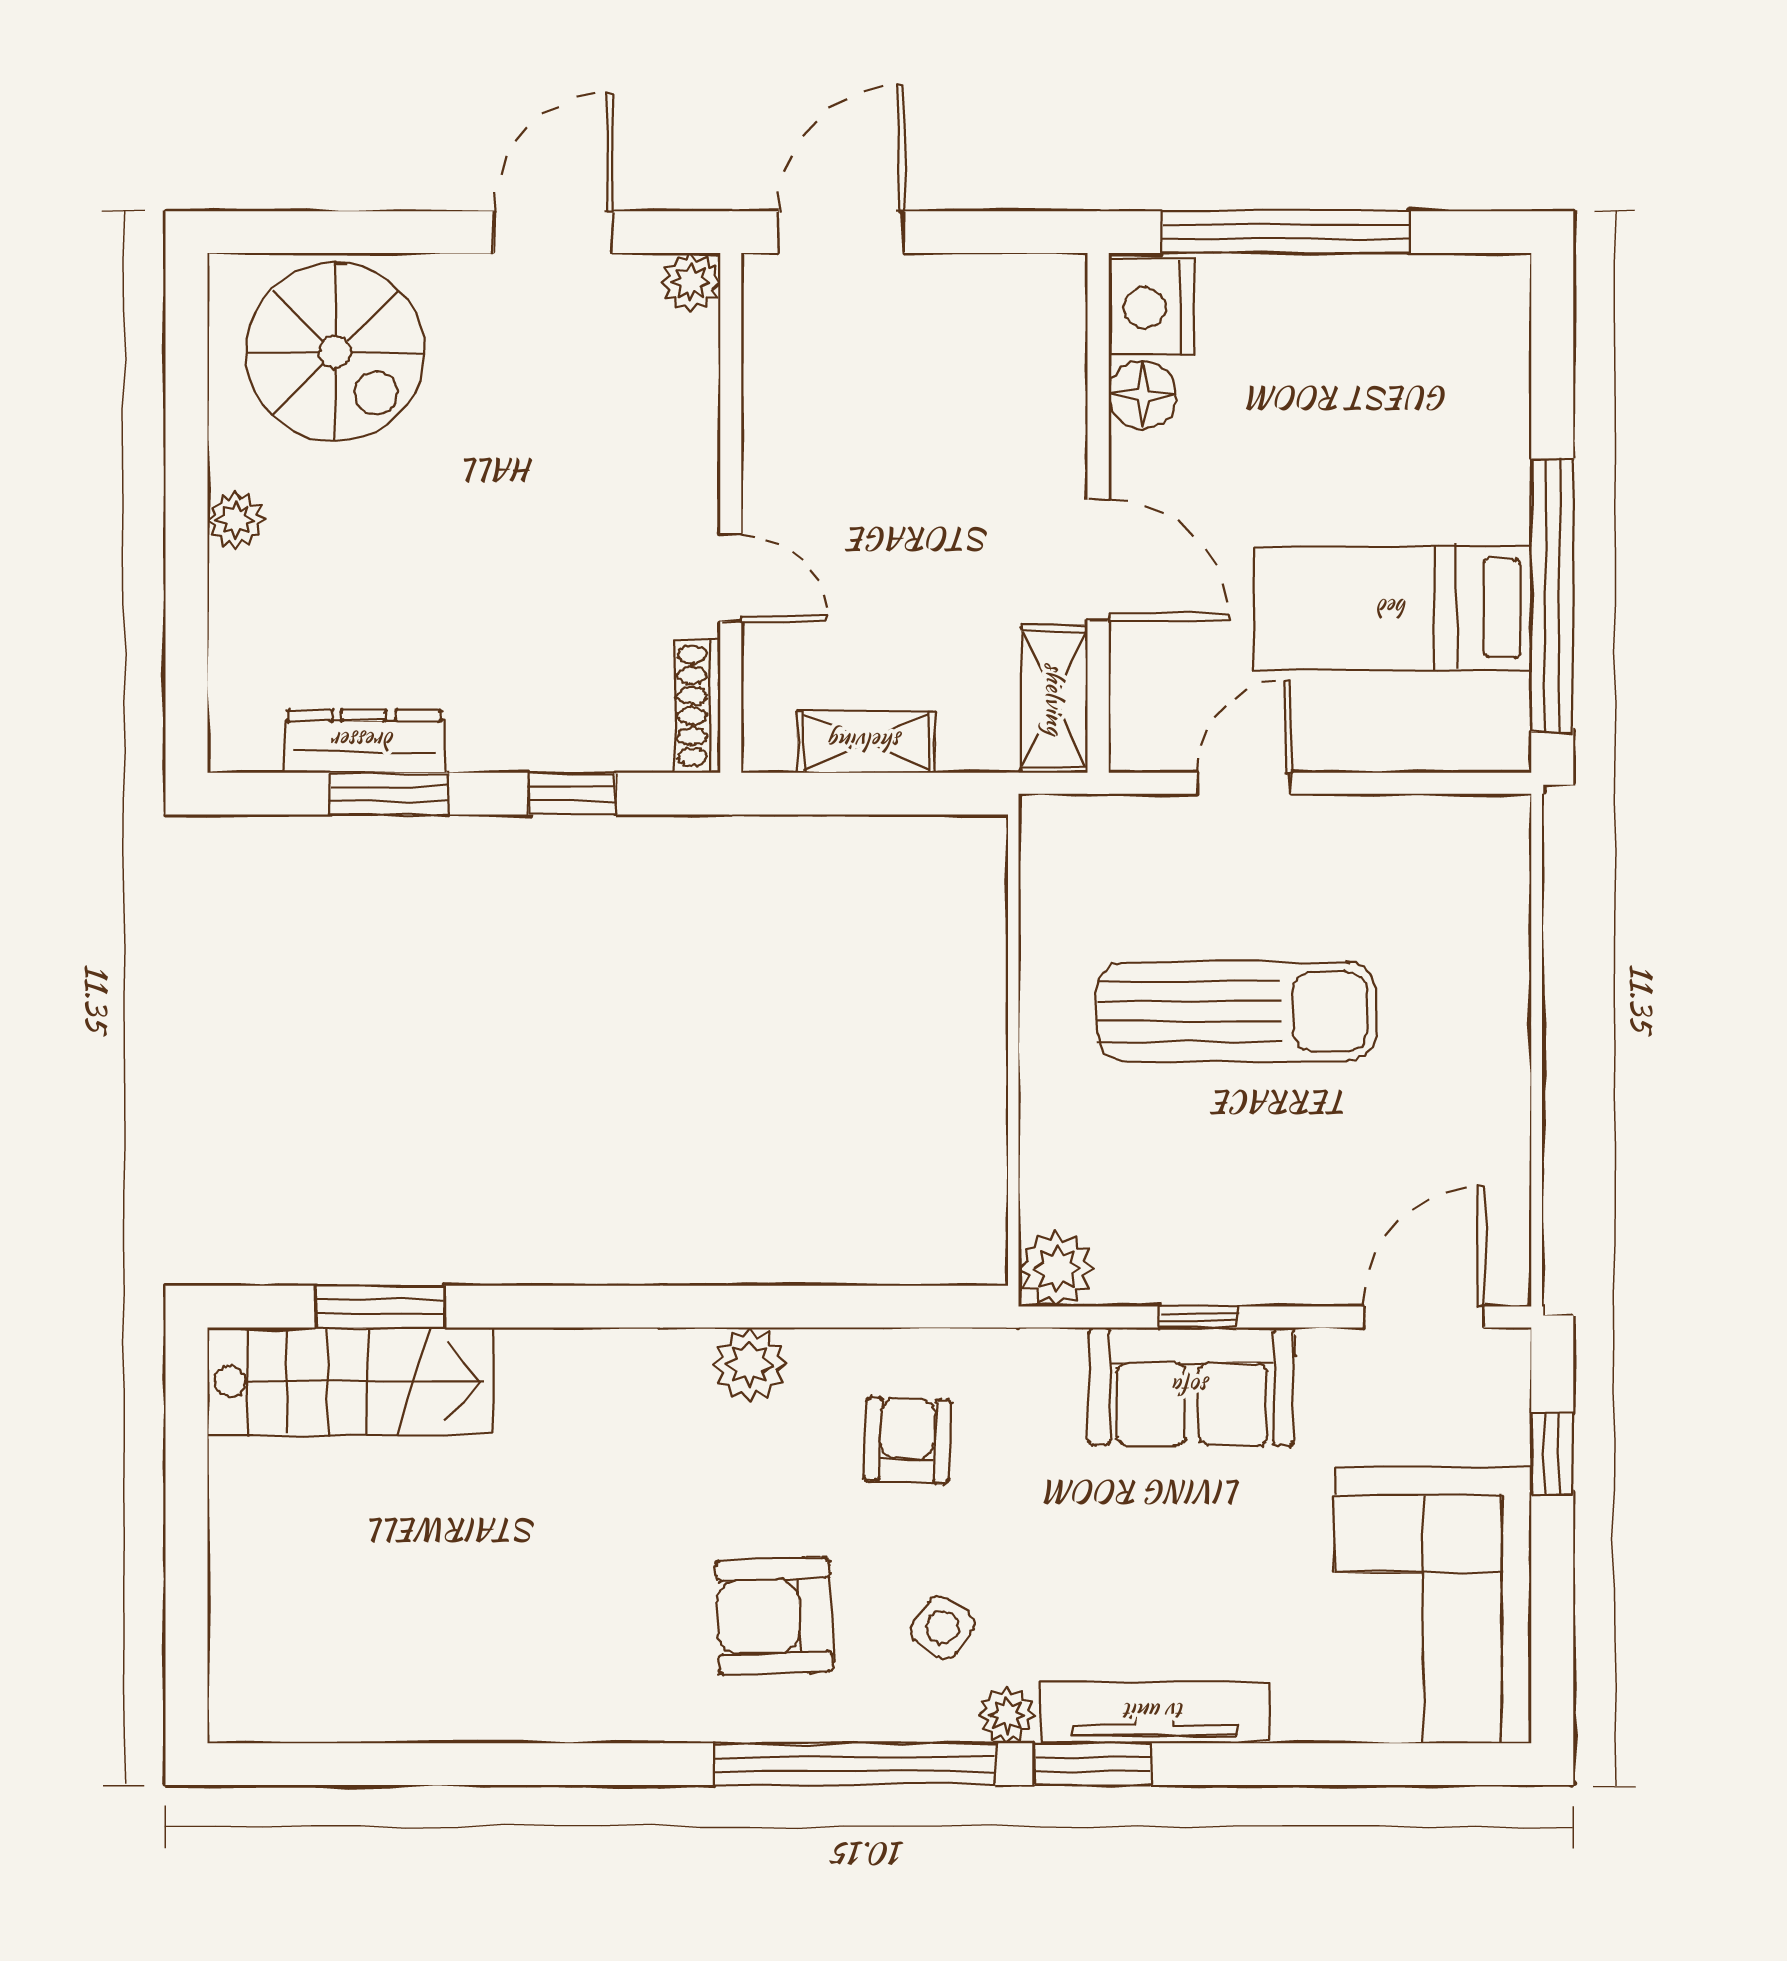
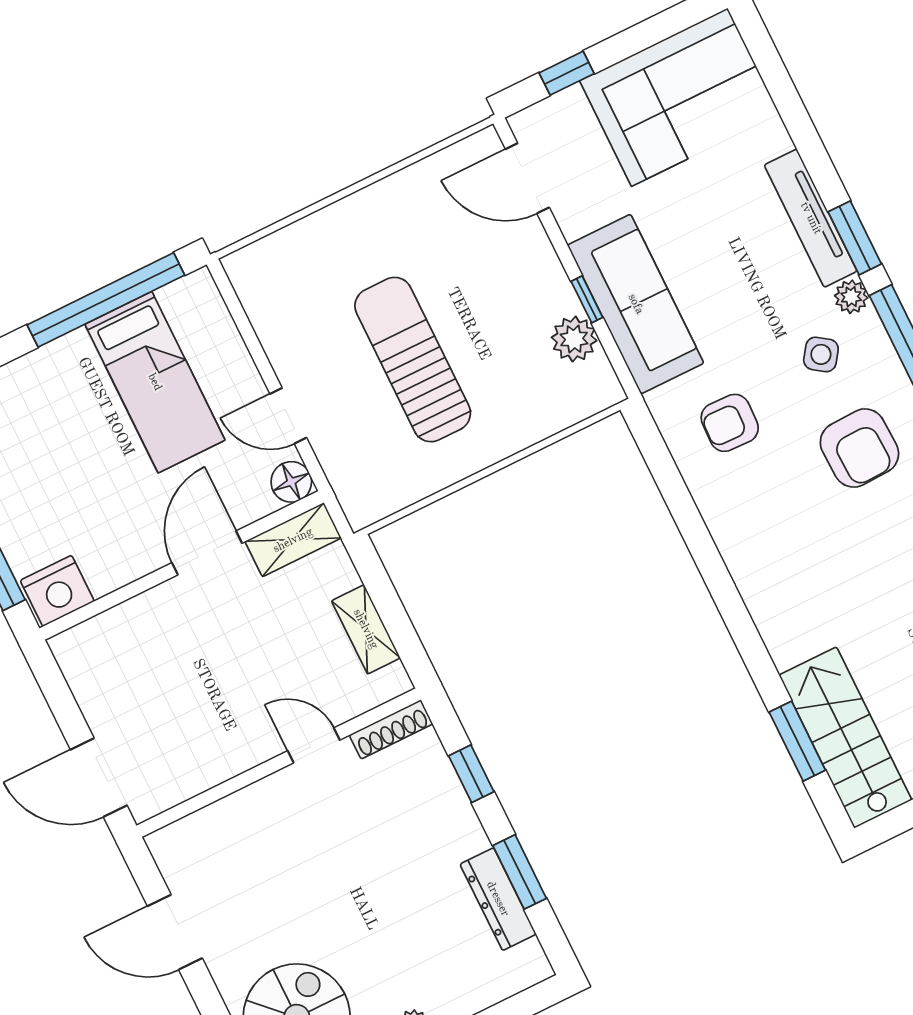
plant: (691, 282) -> (165, 845), removed
floor lamp: (1142, 395) -> (291, 482), moved
door: (731, 578) -> (314, 745), hinge flipped
plant: (1057, 1269) -> (574, 339), moved
plant: (749, 1364) -> (731, 528), removed
sofa: (1192, 1387) -> (636, 304), width x1.36

